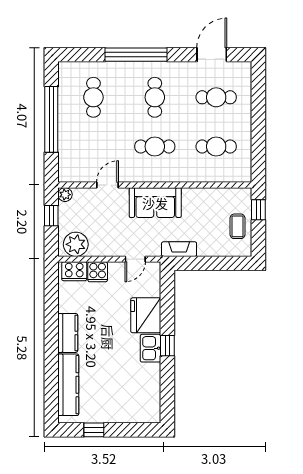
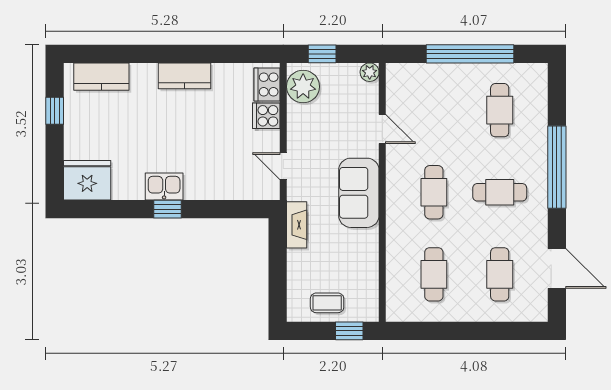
cafe table: (93, 97) -> (500, 110), turned 90
window: (51, 216) -> (322, 54), moved
fridge: (146, 315) -> (87, 180), moved
kitchen counter: (68, 385) -> (101, 77), width x0.67

